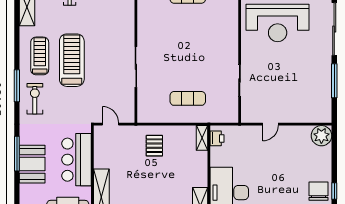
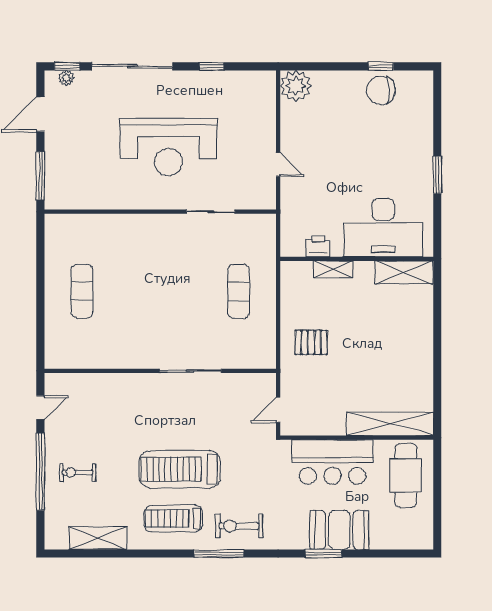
reception desk: (278, 23) -> (168, 147), moved, turned 90
window: (334, 81) -> (212, 66), width x0.46
shelving: (202, 138) -> (333, 269), moved
printer: (217, 138) -> (318, 246), moved
window: (17, 154) -> (323, 554), width x0.69

